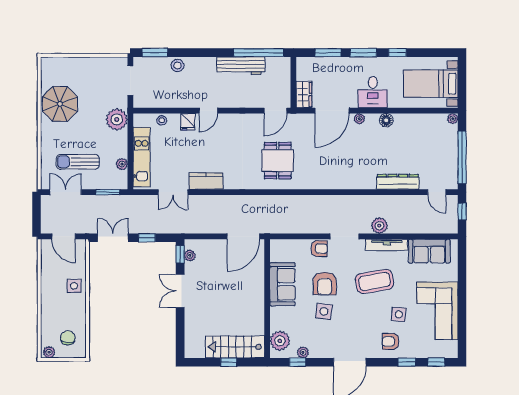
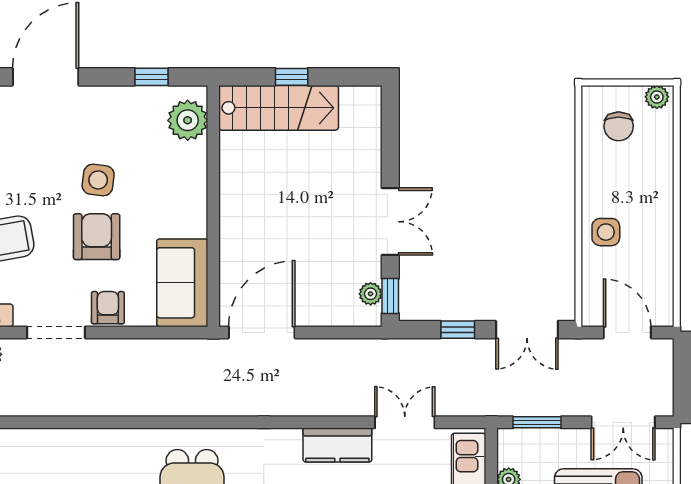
armchair: (319, 249) -> (108, 308), turned 90
sofa: (282, 284) -> (182, 283), moved
plant: (303, 352) -> (140, 97), removed

